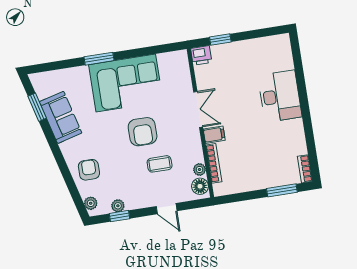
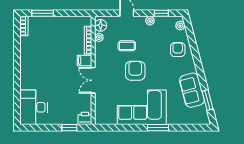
desk: (280, 96) -> (34, 107), moved
armchair: (89, 170) -> (178, 50), turned 180
plant: (118, 206) -> (150, 21), moved

